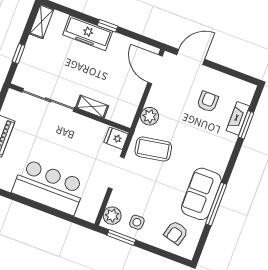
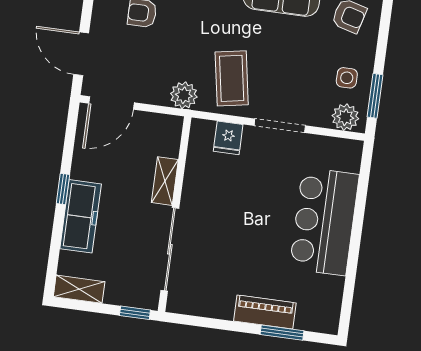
sliding door: (48, 100) -> (170, 249), moved
shelving: (92, 107) -> (165, 181), moved
wall: (70, 108) -> (175, 214), moved

